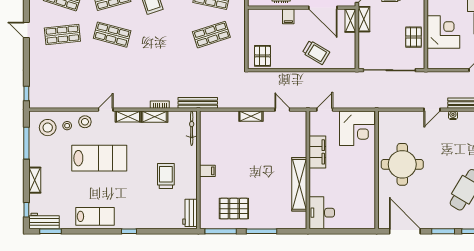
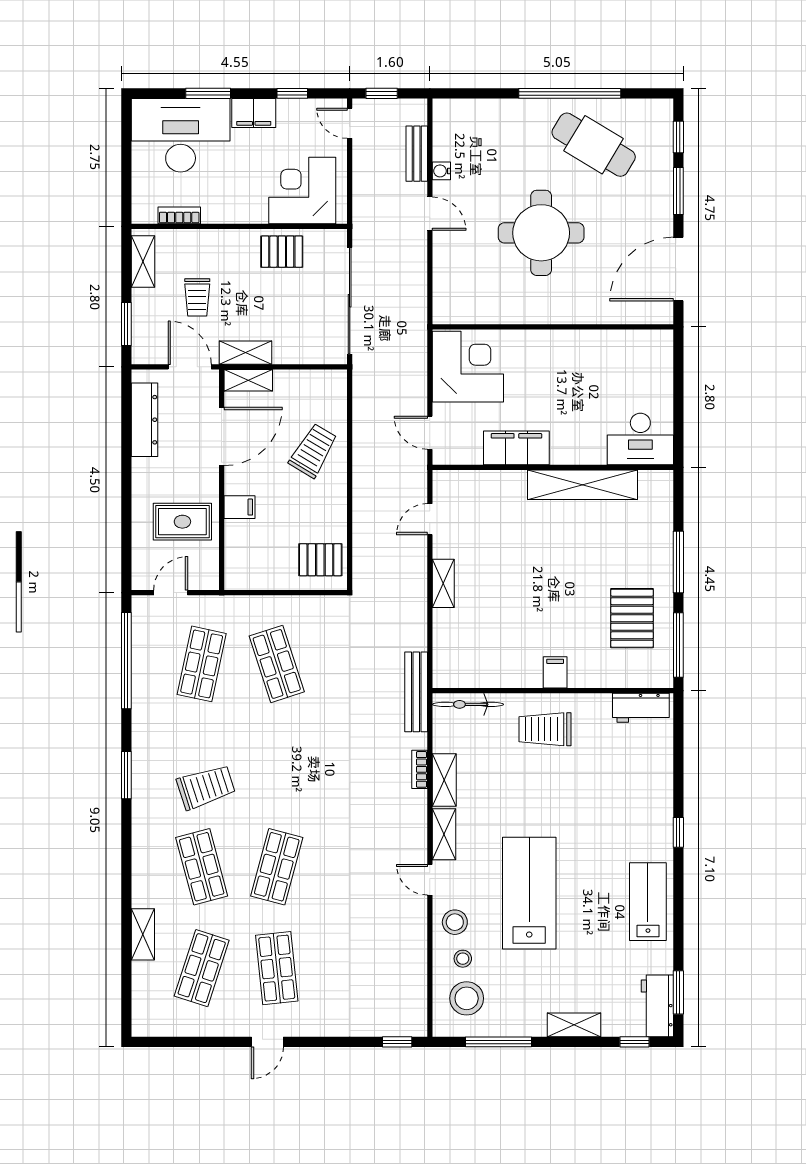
corner desk: (443, 32) -> (302, 191), moved
round table: (402, 164) -> (541, 233), moved
trolley: (166, 176) -> (545, 729), moved

